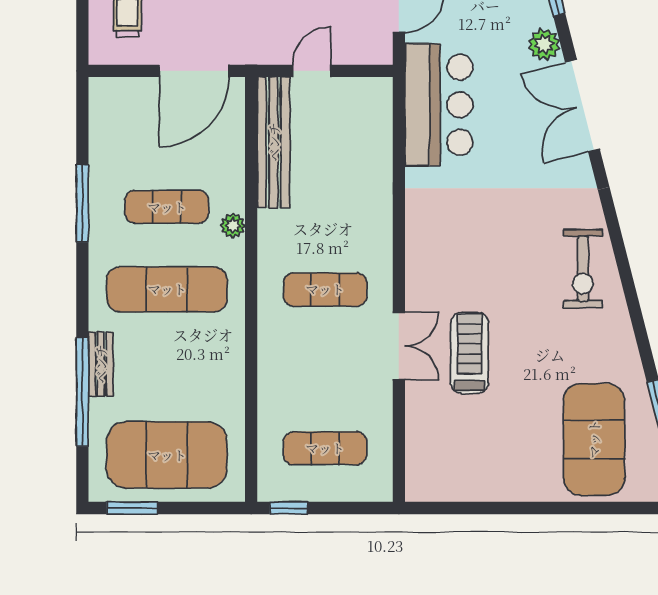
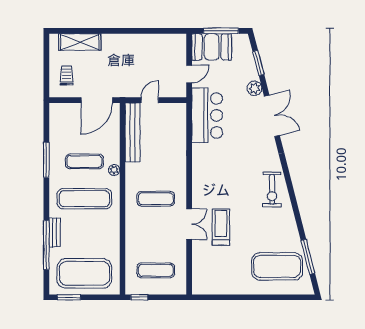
double door: (582, 106) -> (272, 116), swing flipped
exercise mat: (594, 439) -> (277, 266), turned 90

